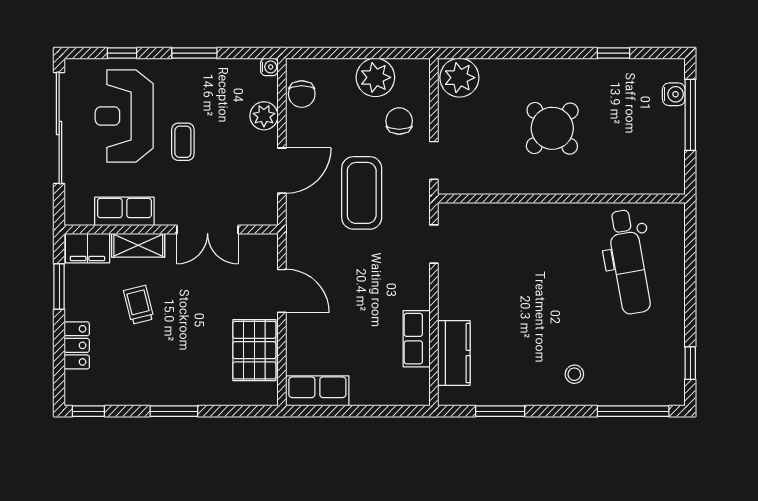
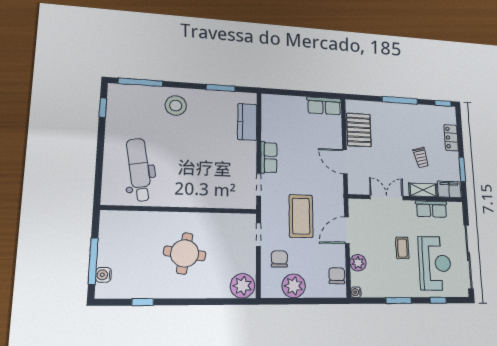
chair: (399, 121) -> (279, 259), turned 180
round table: (552, 128) -> (185, 253), turned -38
row of seats: (417, 339) -> (269, 157), moved
stool: (574, 374) -> (176, 106), width x1.89, depth x1.89
window: (174, 411) -> (400, 100), width x1.44

